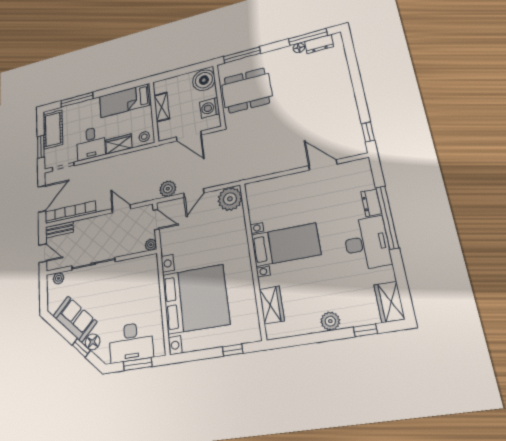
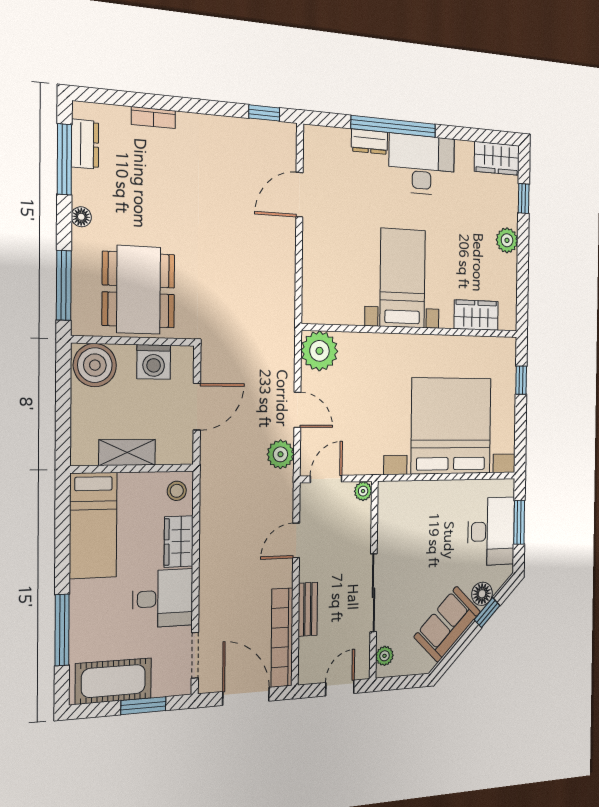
floor lamp: (299, 48) -> (81, 217), moved
bookcase: (345, 73) -> (153, 118), added
bench: (59, 230) -> (308, 609), moved

